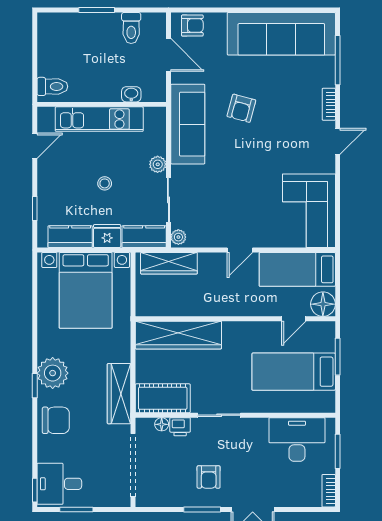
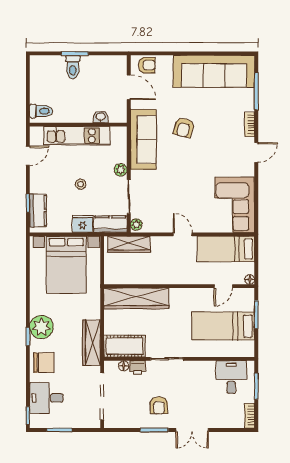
toilet: (131, 28) -> (73, 67), moved
kitchen counter: (70, 237) -> (38, 210), moved, turned 90
door: (240, 250) -> (183, 234), swing flipped
floor lamp: (323, 304) -> (250, 279), width x0.53, depth x0.53
desk: (297, 439) -> (231, 377), width x0.73
desk: (59, 484) -> (46, 398), moved

